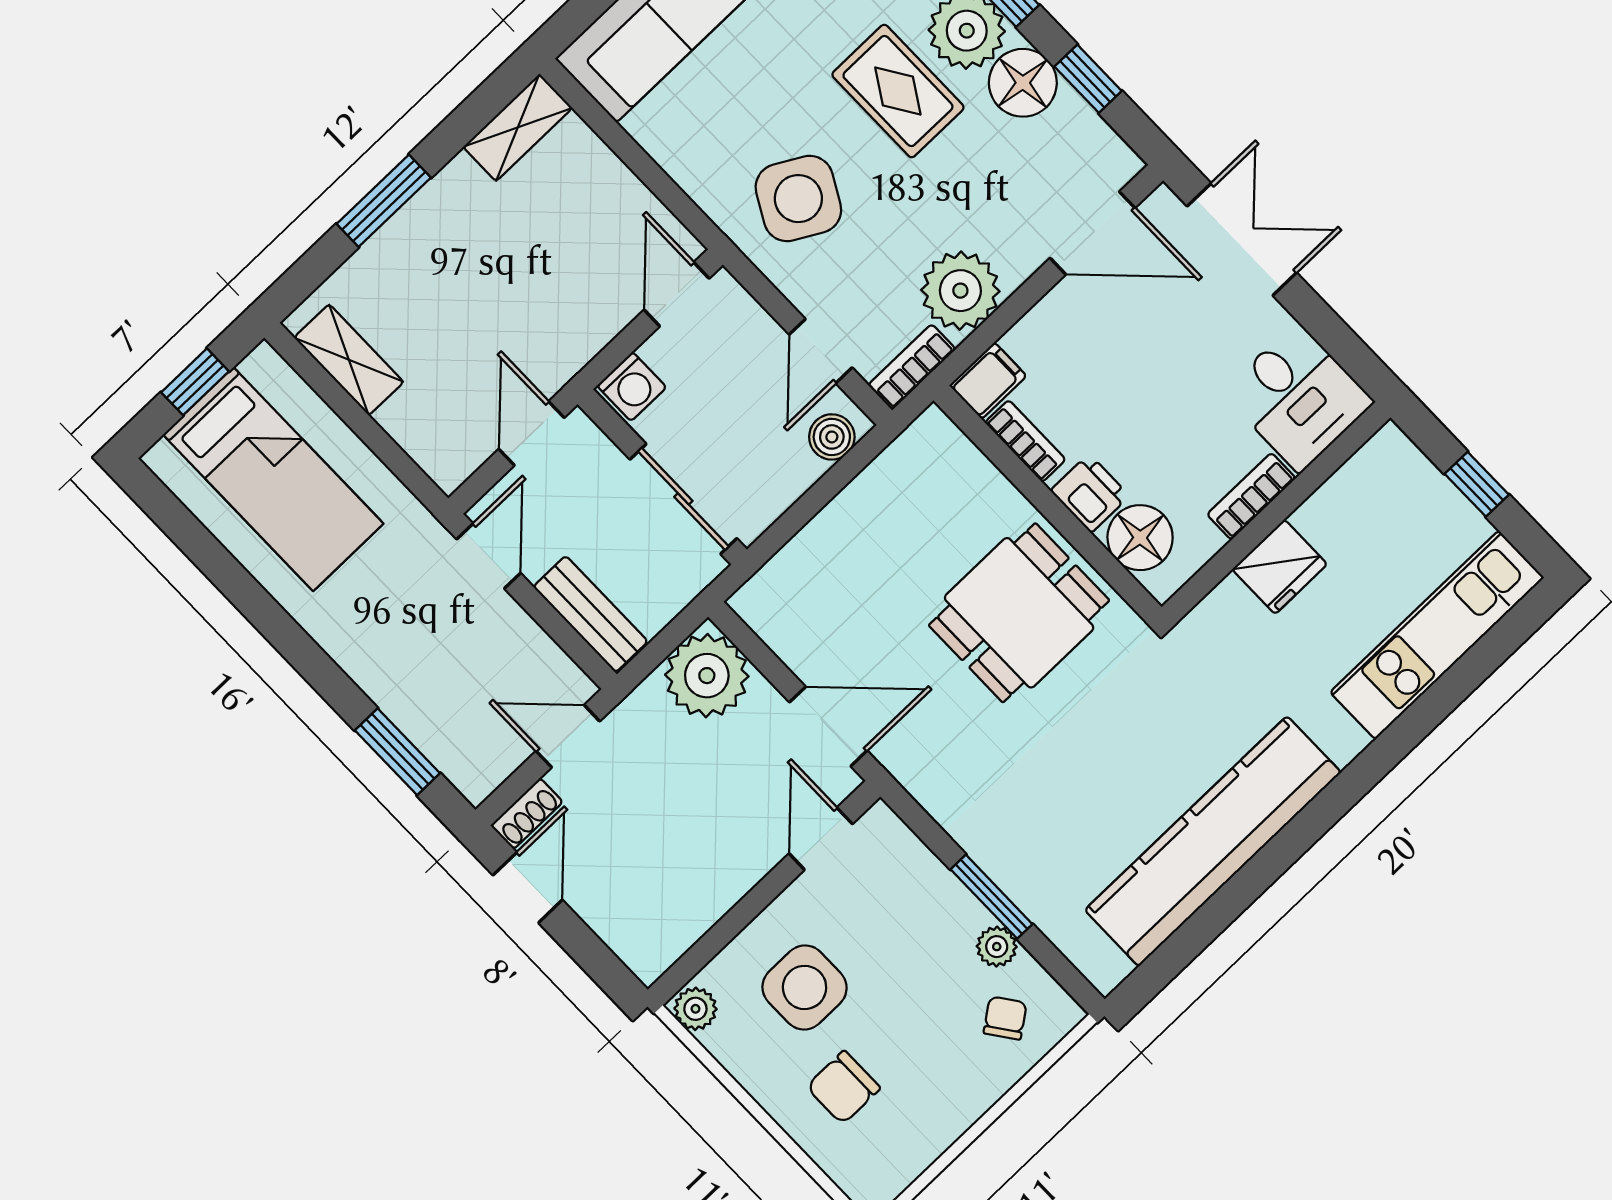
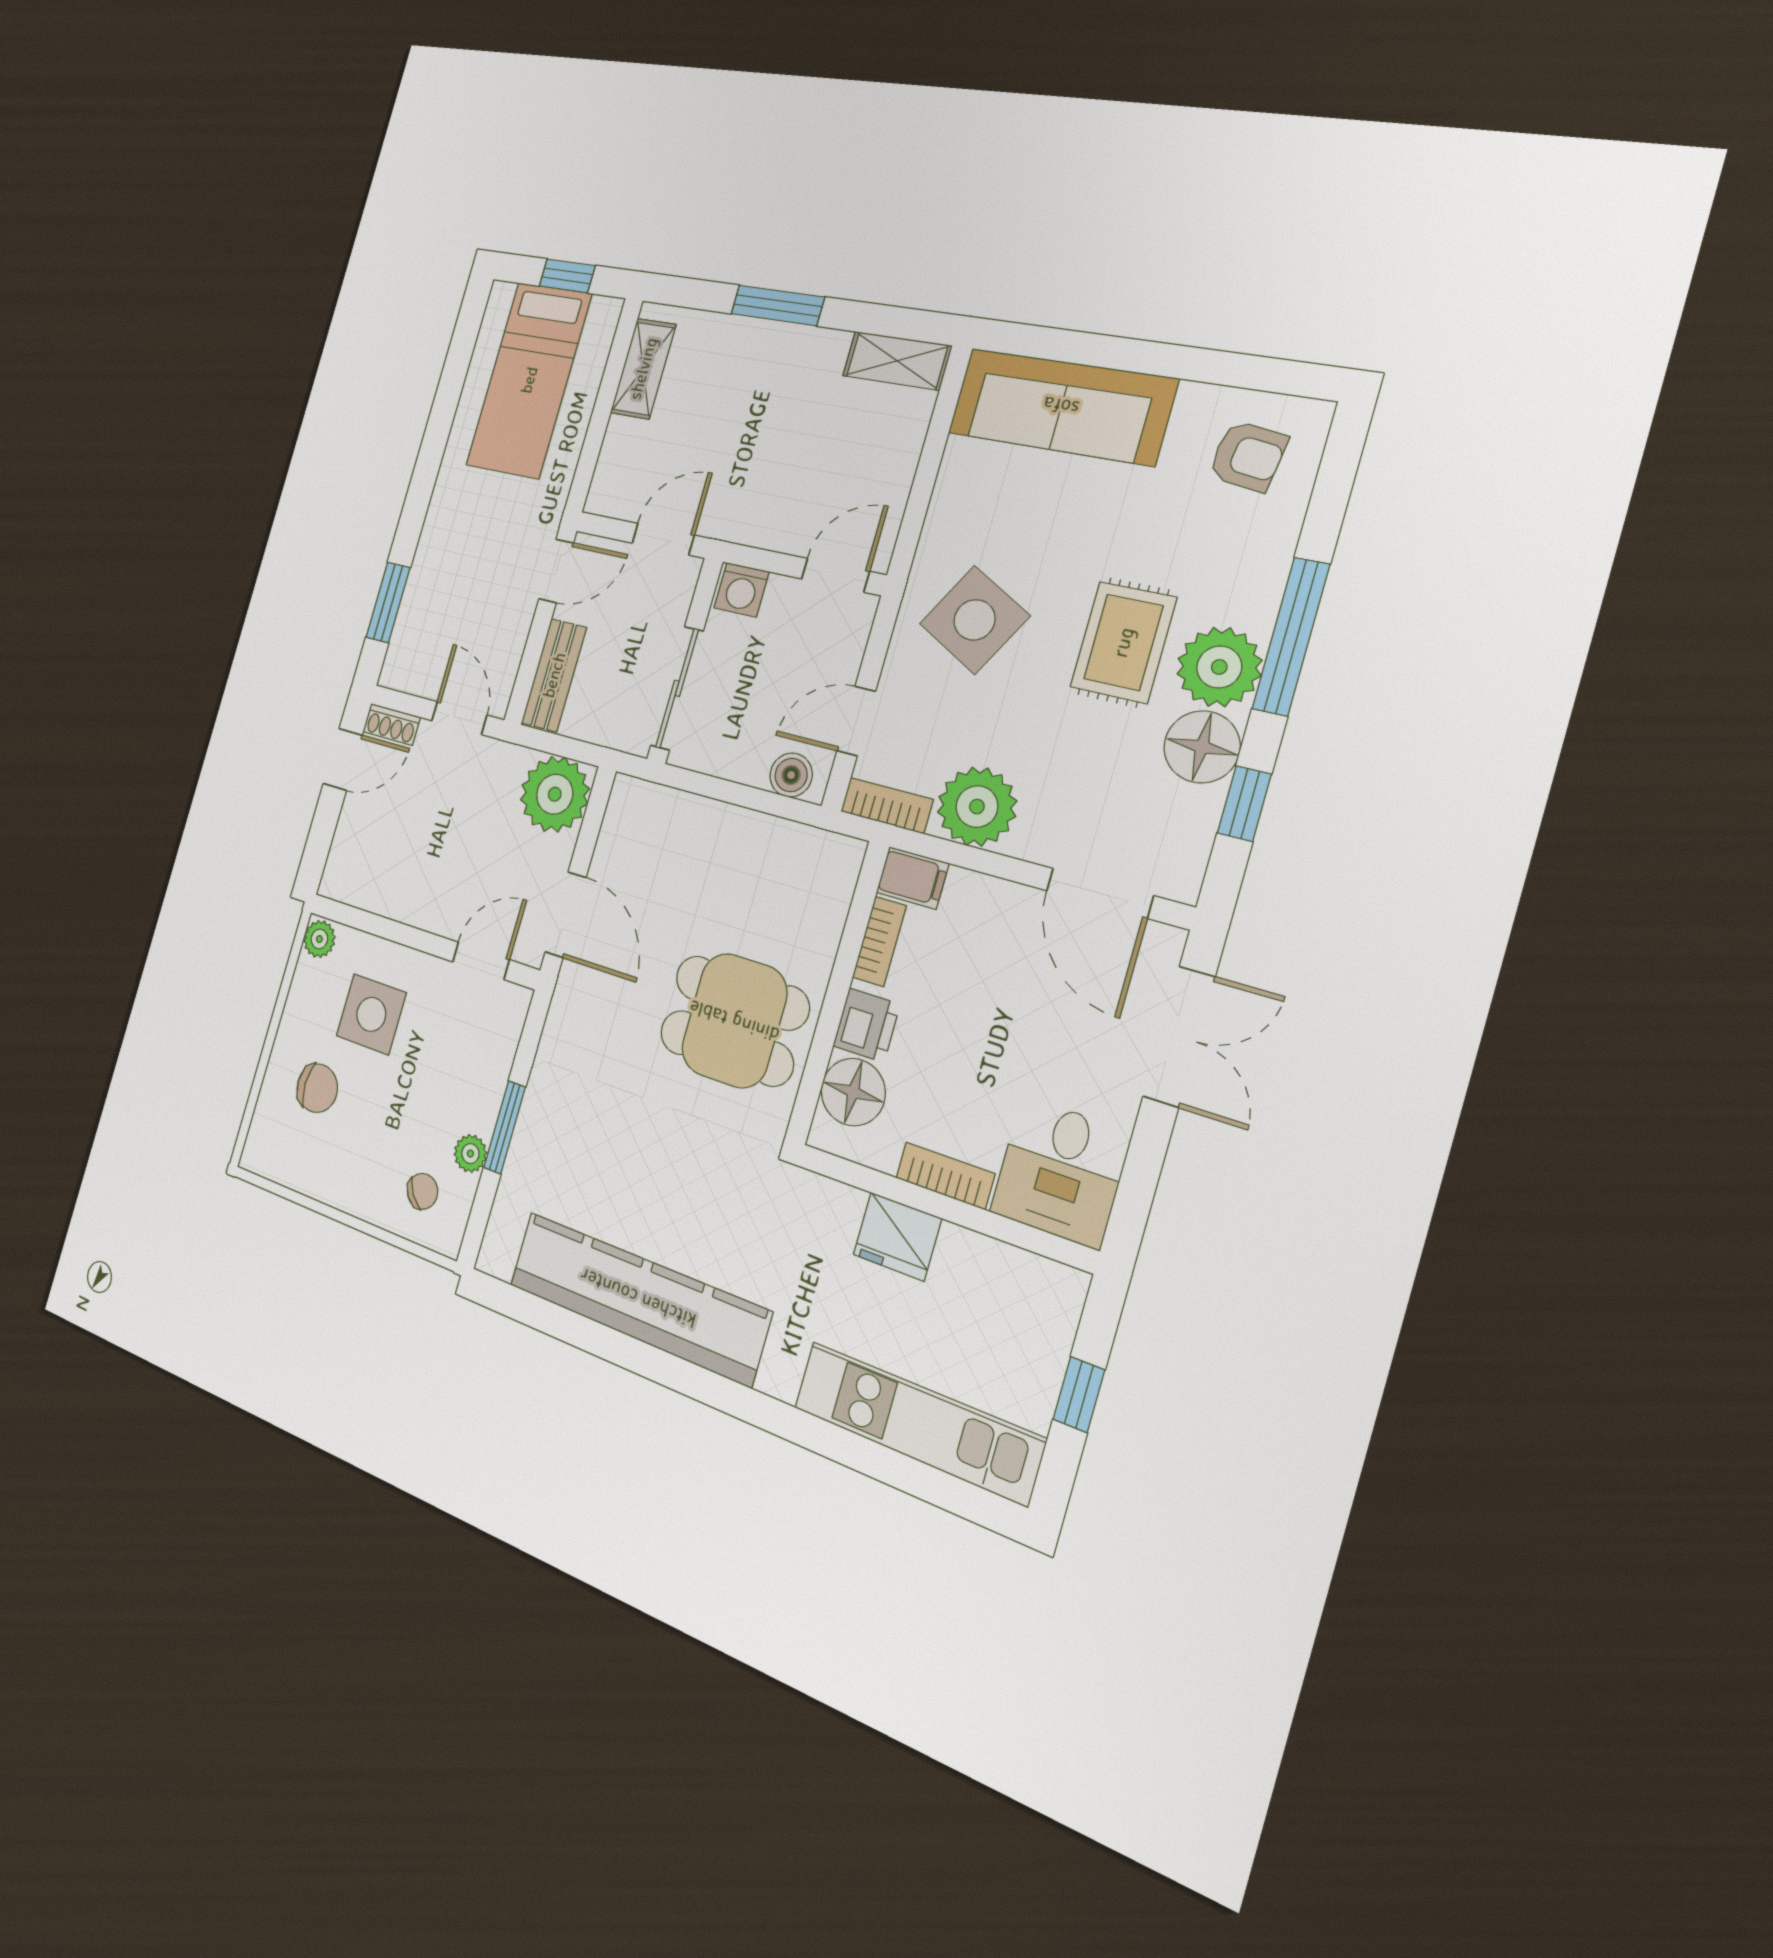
chair: (843, 1087) -> (317, 1088), turned 180

